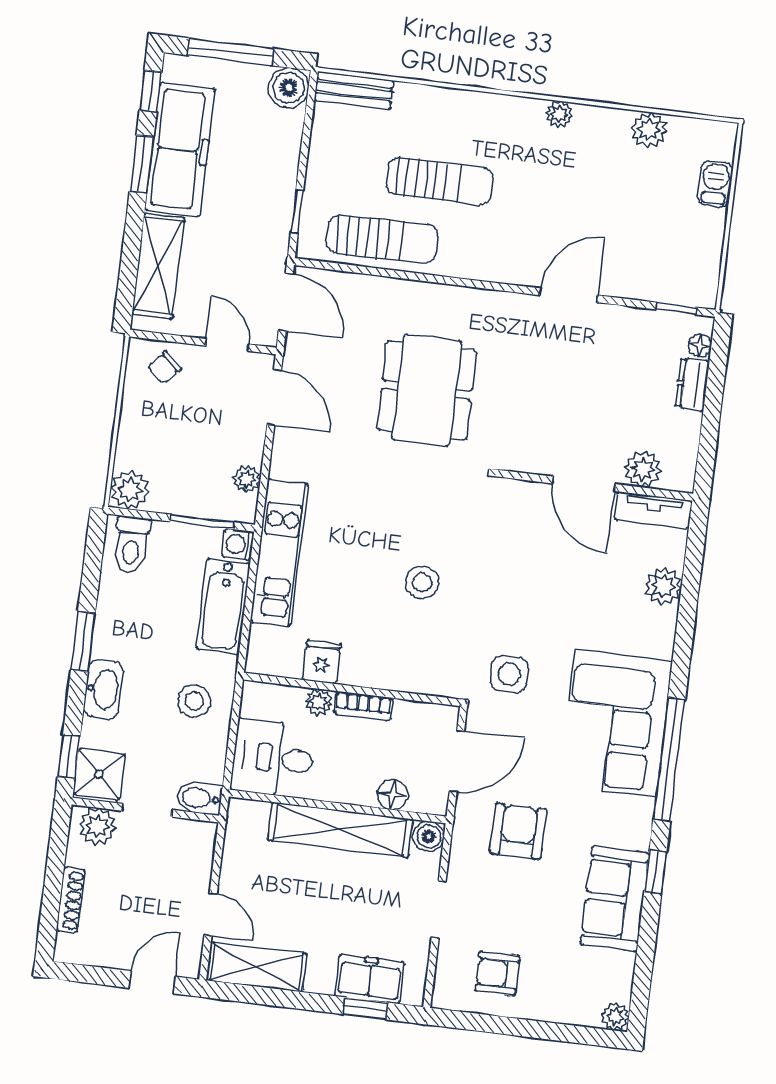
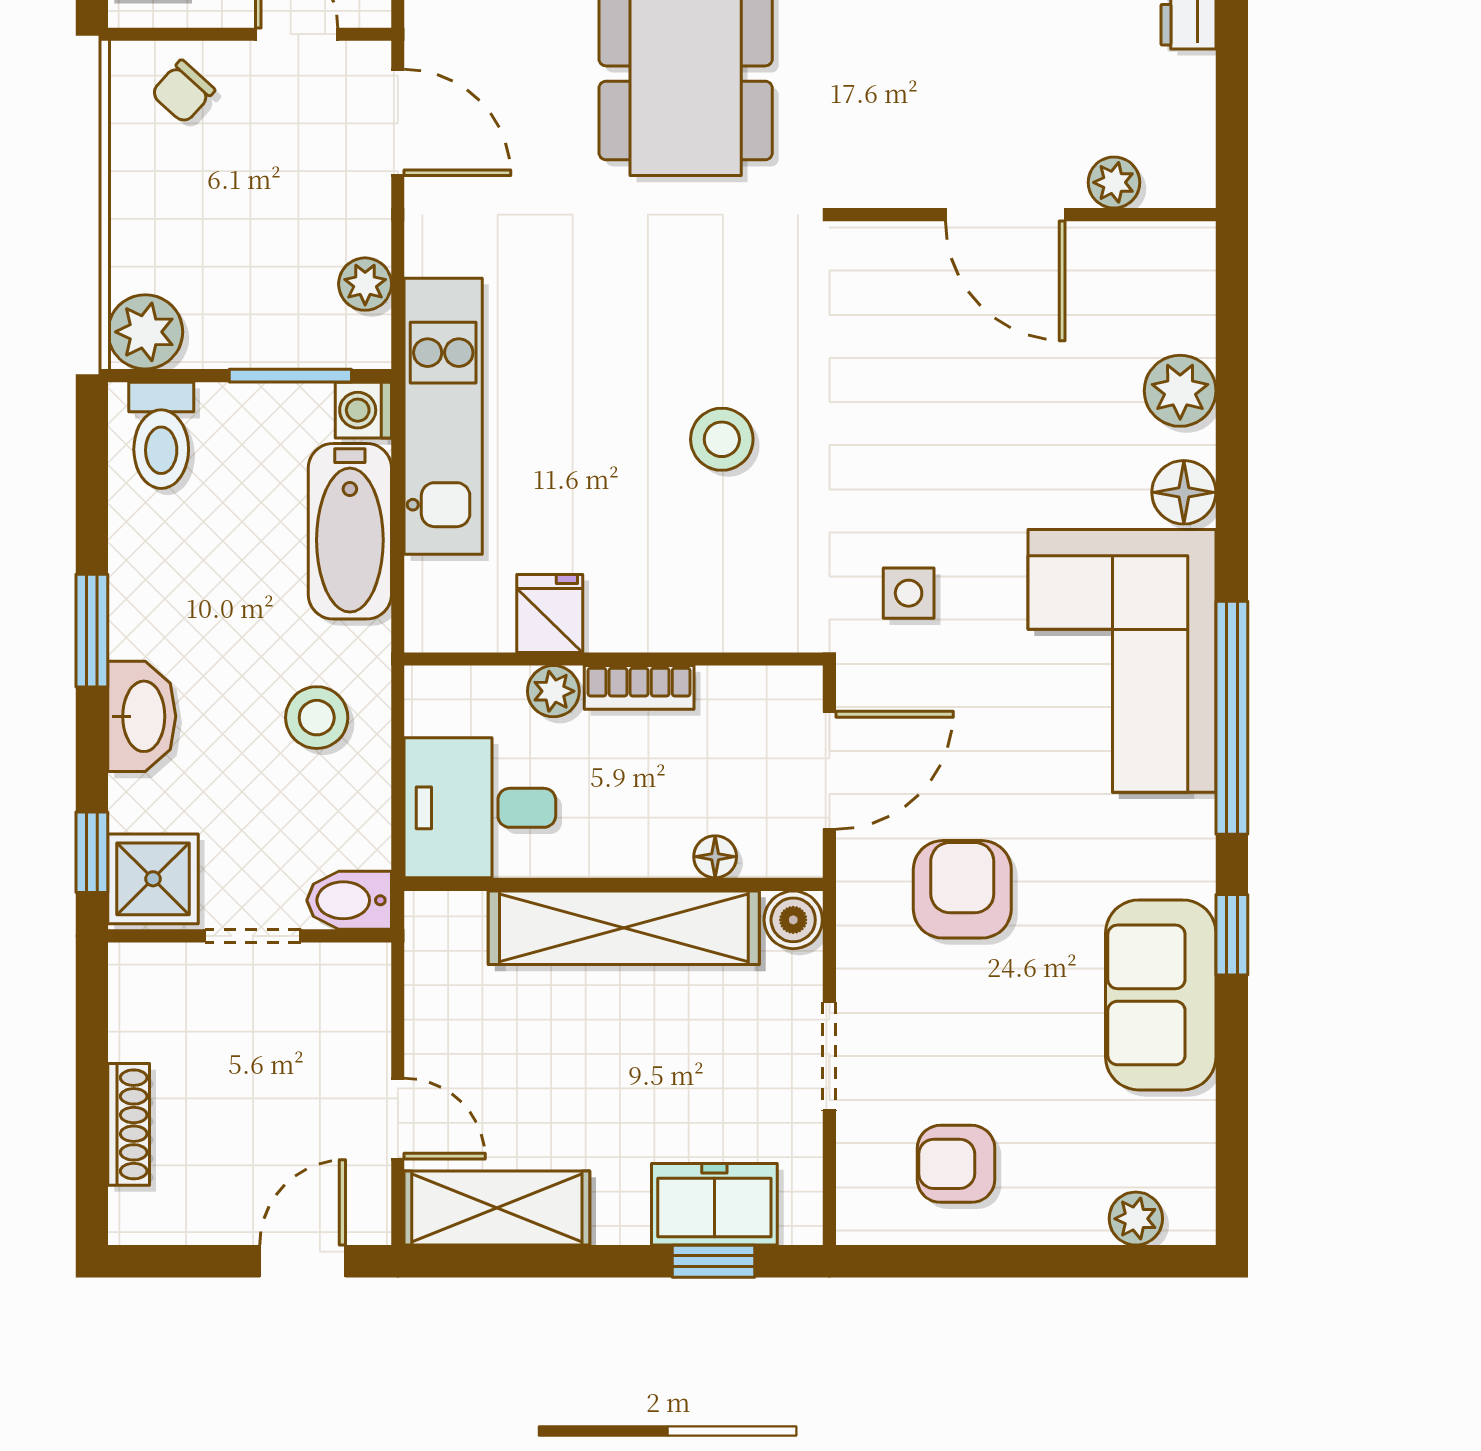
plant: (643, 469) -> (1114, 182), width x0.73, depth x0.73
tv unit: (653, 510) -> (1144, 249), removed
floor lamp: (659, 639) -> (1184, 492), added
side table: (509, 674) -> (909, 593), width x0.73, depth x0.73
floor lamp: (393, 795) -> (715, 857), width x0.73, depth x0.73
plant: (97, 826) -> (162, 978), removed
plant: (615, 1017) -> (1136, 1219), moved

